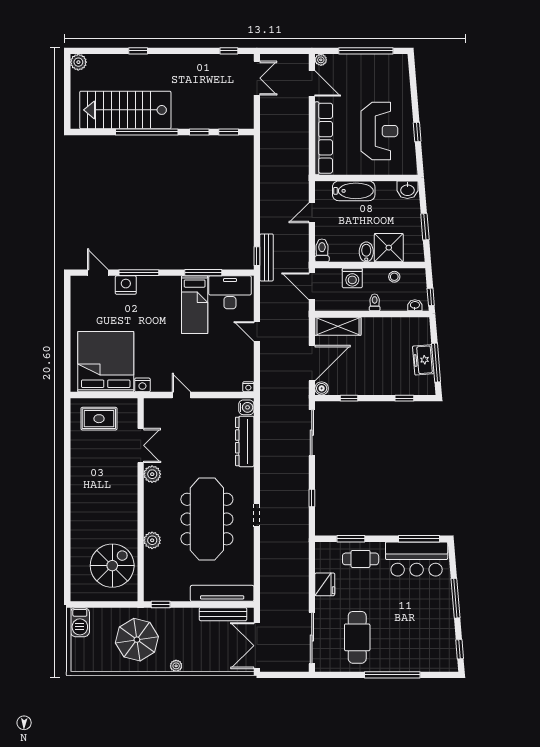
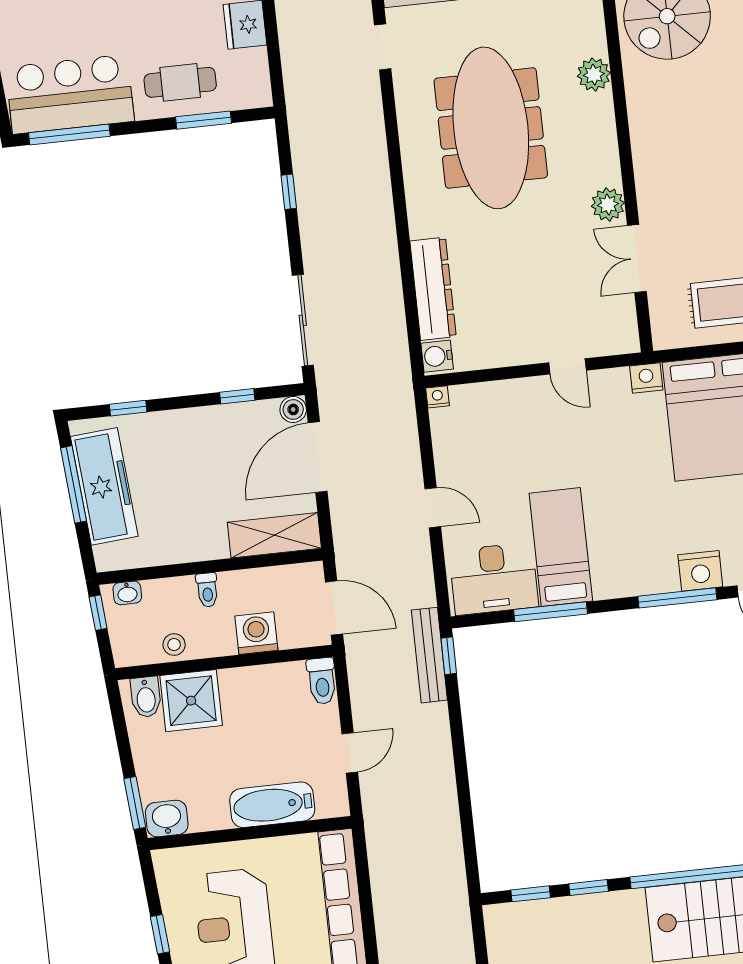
window: (425, 227) -> (135, 803), moved
bidet: (366, 252) -> (146, 697), moved
freezer: (423, 360) -> (104, 486), width x1.91, depth x1.26
doorway: (257, 515) -> (383, 47), moved

